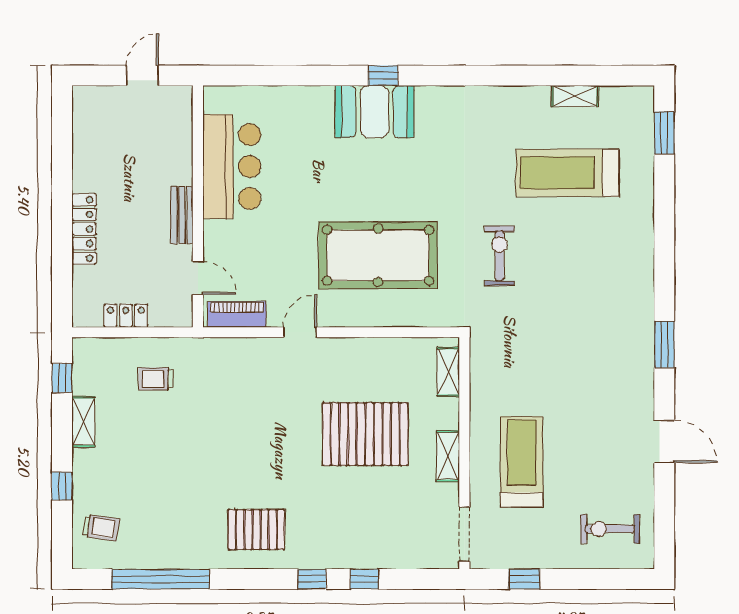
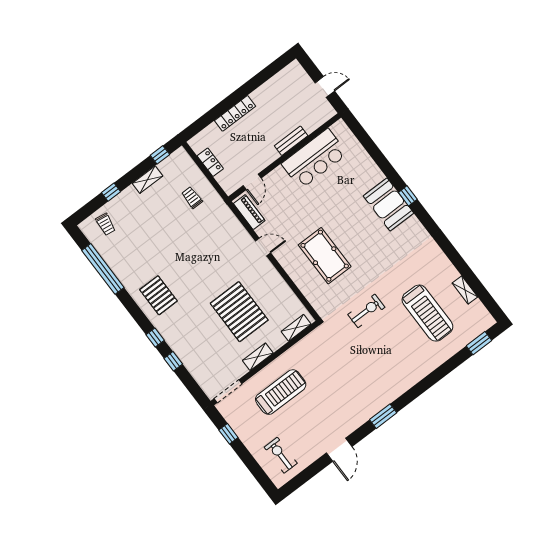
treadmill: (567, 173) -> (427, 313), turned 180
bench: (182, 215) -> (291, 141), moved
pool table: (378, 255) -> (325, 256), width x0.73, depth x0.76

